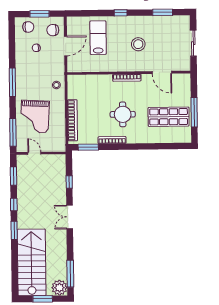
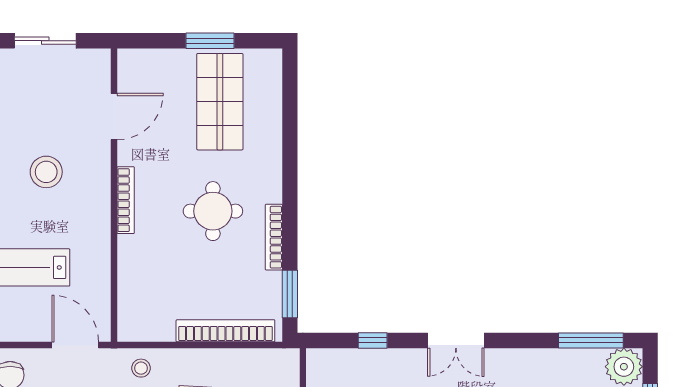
door: (66, 46) -> (75, 345), moved
window: (194, 112) -> (210, 41), width x0.69

